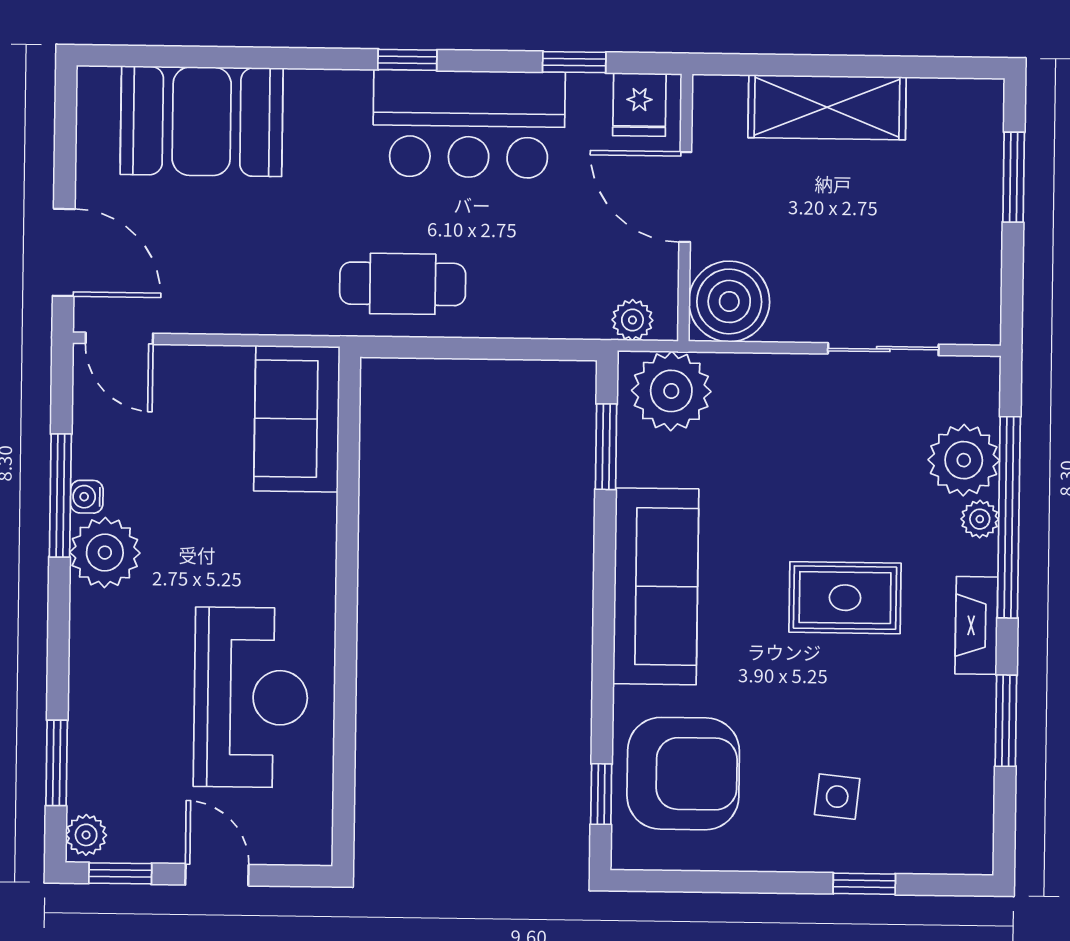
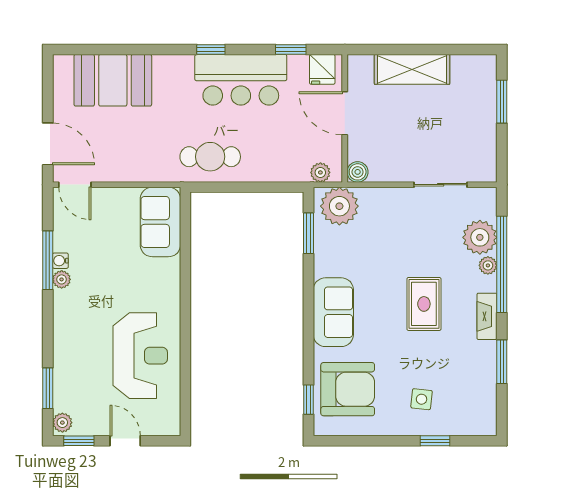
boiler: (729, 301) -> (358, 172), width x0.54, depth x0.54
plant: (105, 553) -> (62, 279), width x0.53, depth x0.53
sofa: (656, 586) -> (333, 312), width x0.73
rug: (845, 598) -> (424, 304), turned 90

